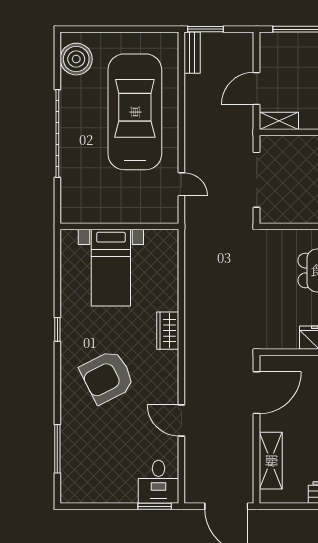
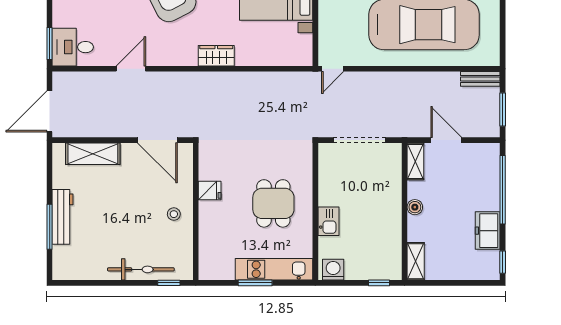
window: (206, 29) -> (503, 110), moved
door: (181, 184) -> (333, 69), moved

